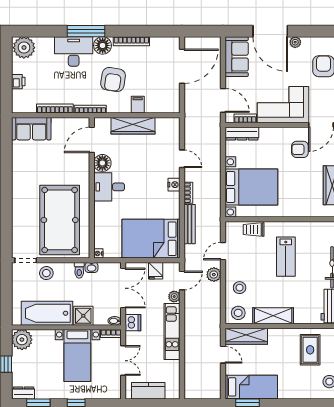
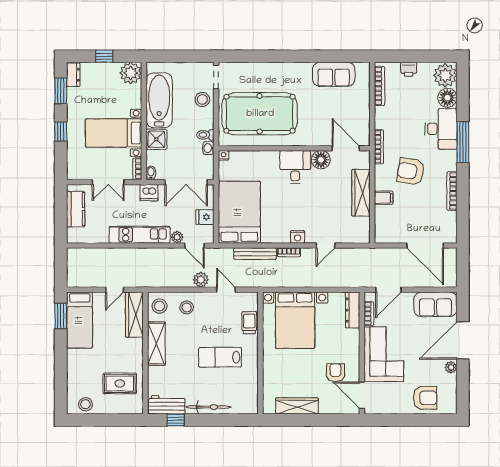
floor lamp: (103, 45) -> (447, 98), moved
bookcase: (55, 109) -> (379, 86), moved
sofa: (31, 129) -> (334, 74), moved, turned -90

